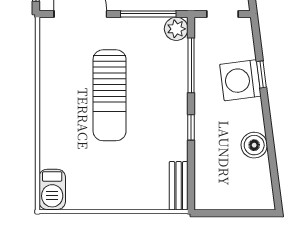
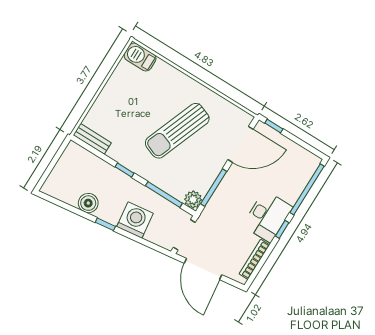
doorway: (222, 14) -> (184, 235), width x1.38
window: (261, 74) -> (105, 224), moved
sun lounger: (110, 95) -> (177, 131), turned -69

